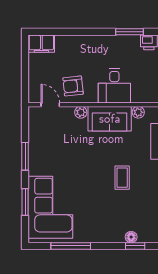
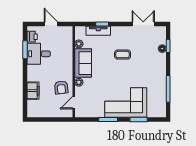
filing cabinet: (41, 44) -> (33, 91), moved
desk: (114, 86) -> (39, 54), moved, turned 180
corner sofa: (50, 207) -> (126, 102), moved

